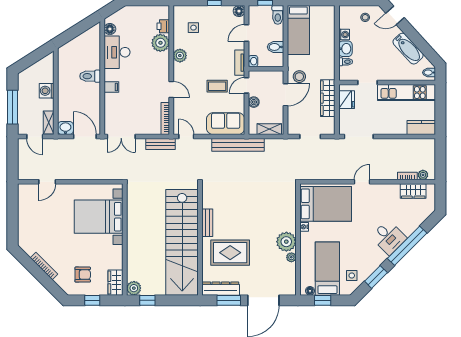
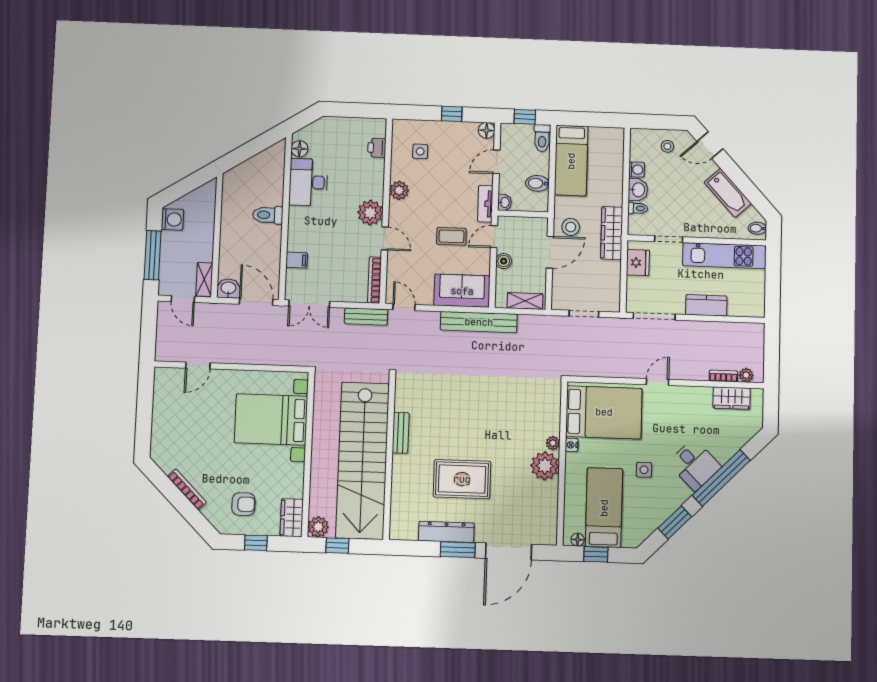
plant: (160, 43) -> (370, 213), moved
filing cabinet: (111, 87) -> (297, 260), moved
washing machine: (47, 91) -> (172, 219), moved, turned 180
wardrobe: (328, 98) -> (612, 233), moved
kitchen counter: (421, 128) -> (706, 305), moved
bench: (207, 223) -> (401, 433), moved
wall: (200, 239) -> (389, 457), moved
stairs: (182, 242) -> (362, 461), moved
plant: (291, 257) -> (553, 443), moved
side table: (352, 275) -> (644, 470), moved

